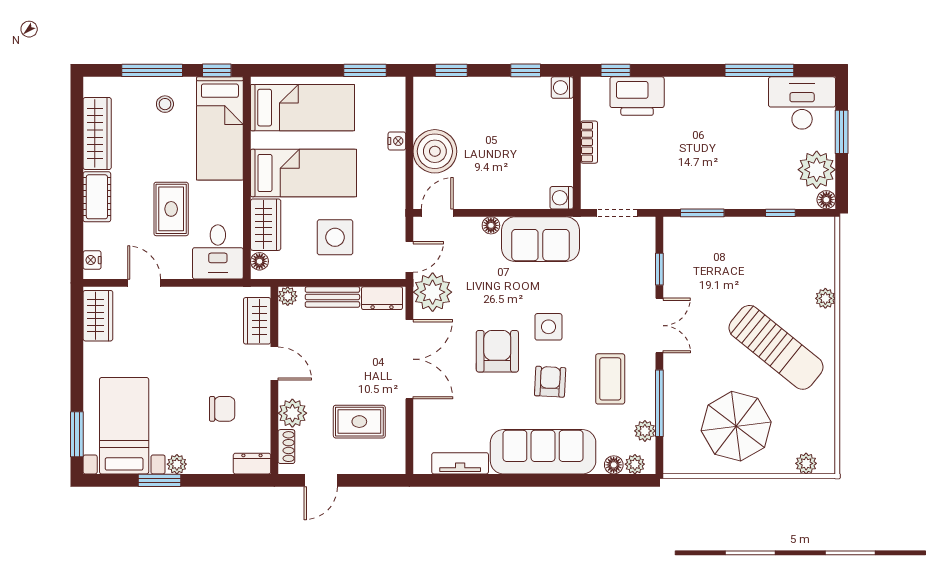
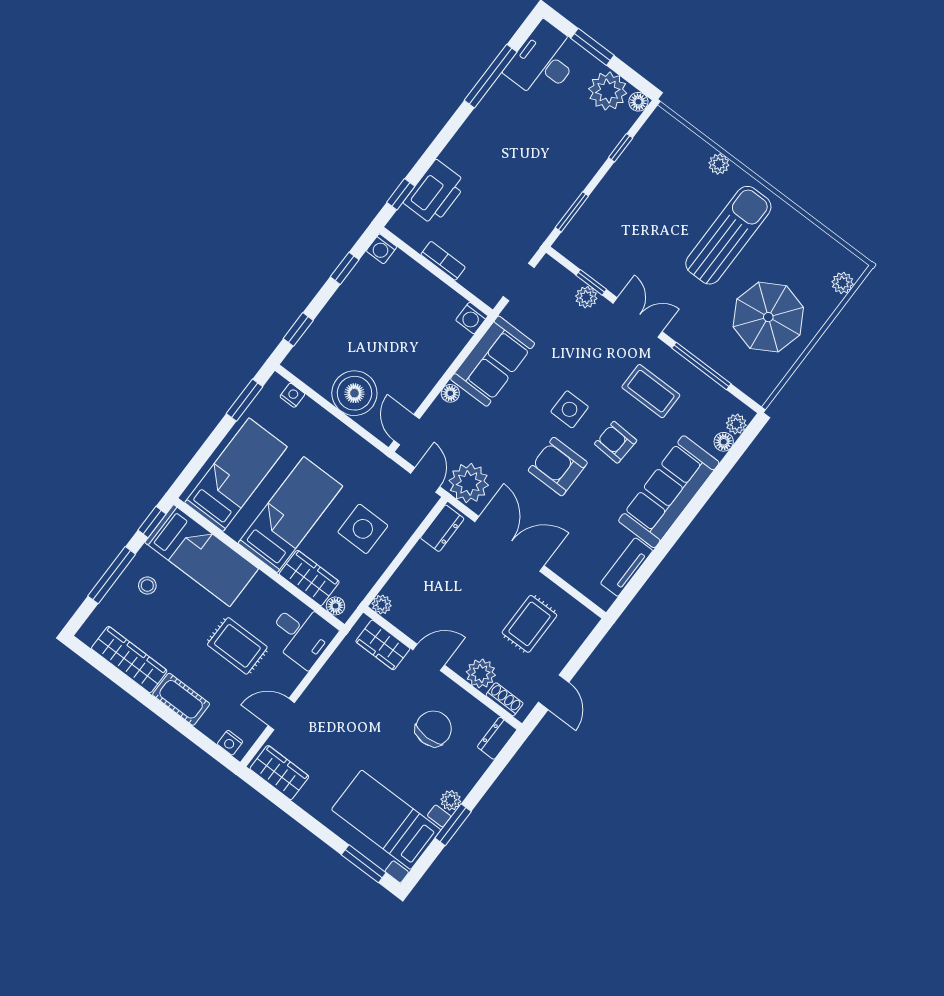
nightstand: (397, 141) -> (292, 395), moved
bench: (332, 297) -> (410, 568), removed
sun lounger: (776, 347) -> (728, 235), turned -39
chair: (222, 409) -> (433, 729), width x1.37, depth x1.37
plant: (645, 431) -> (586, 297), moved

